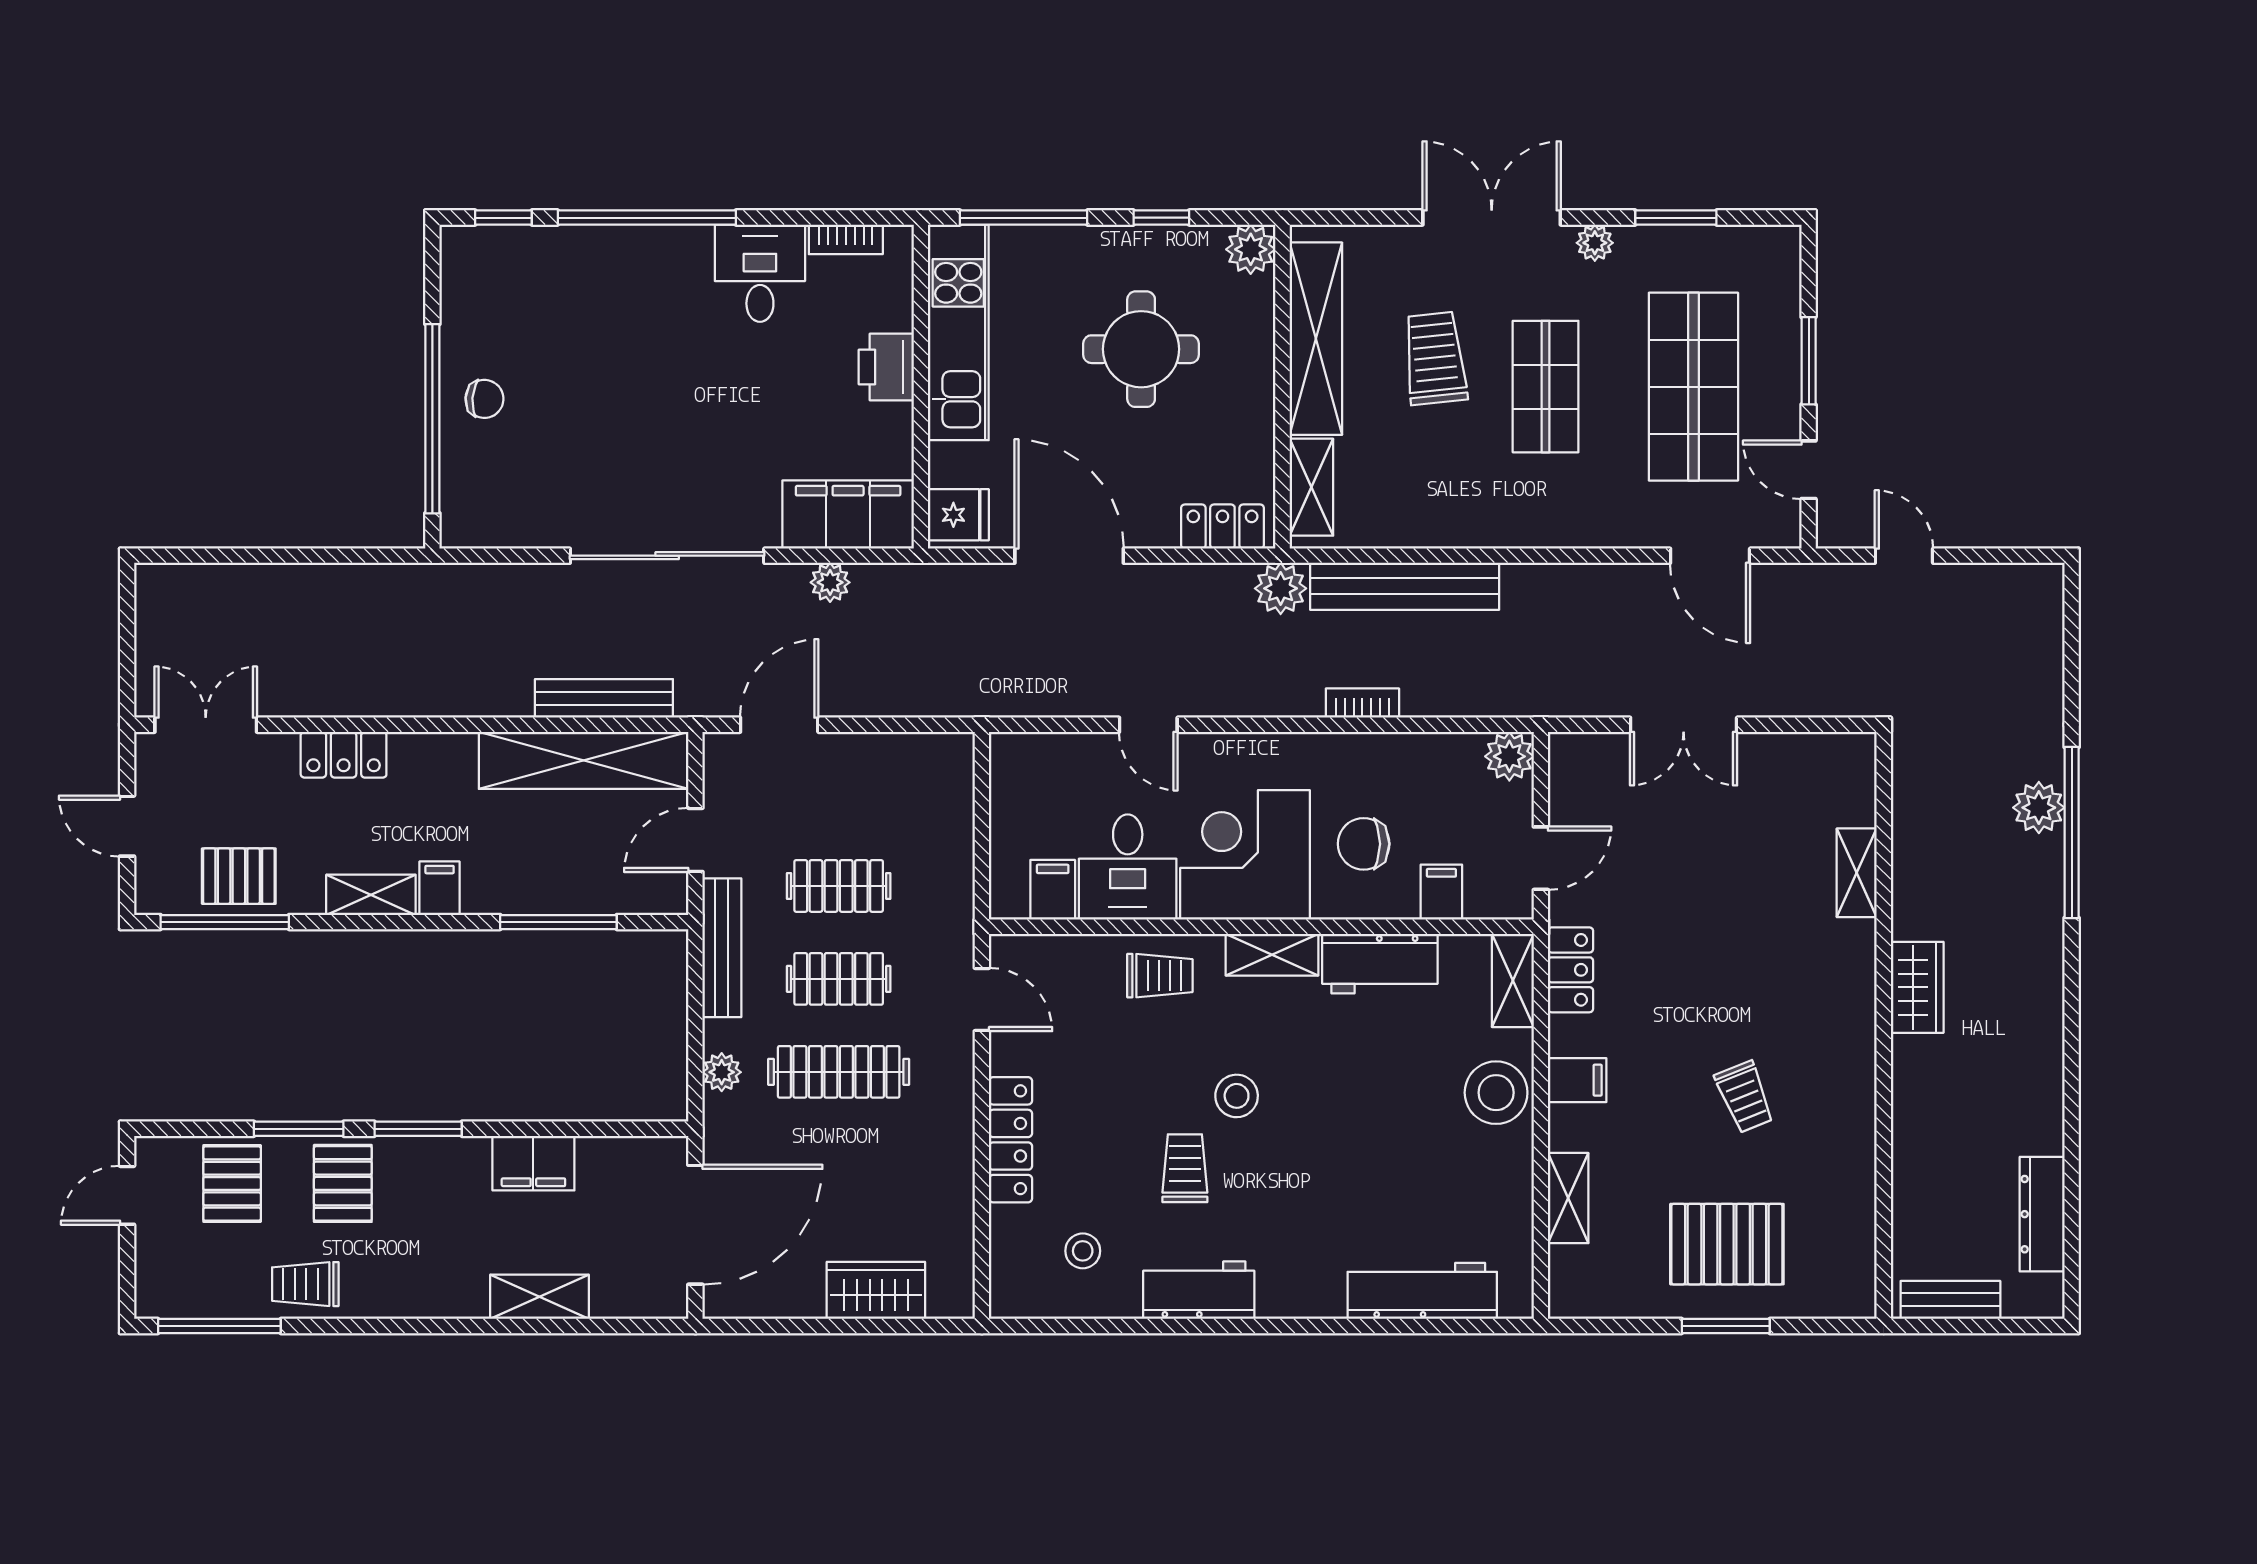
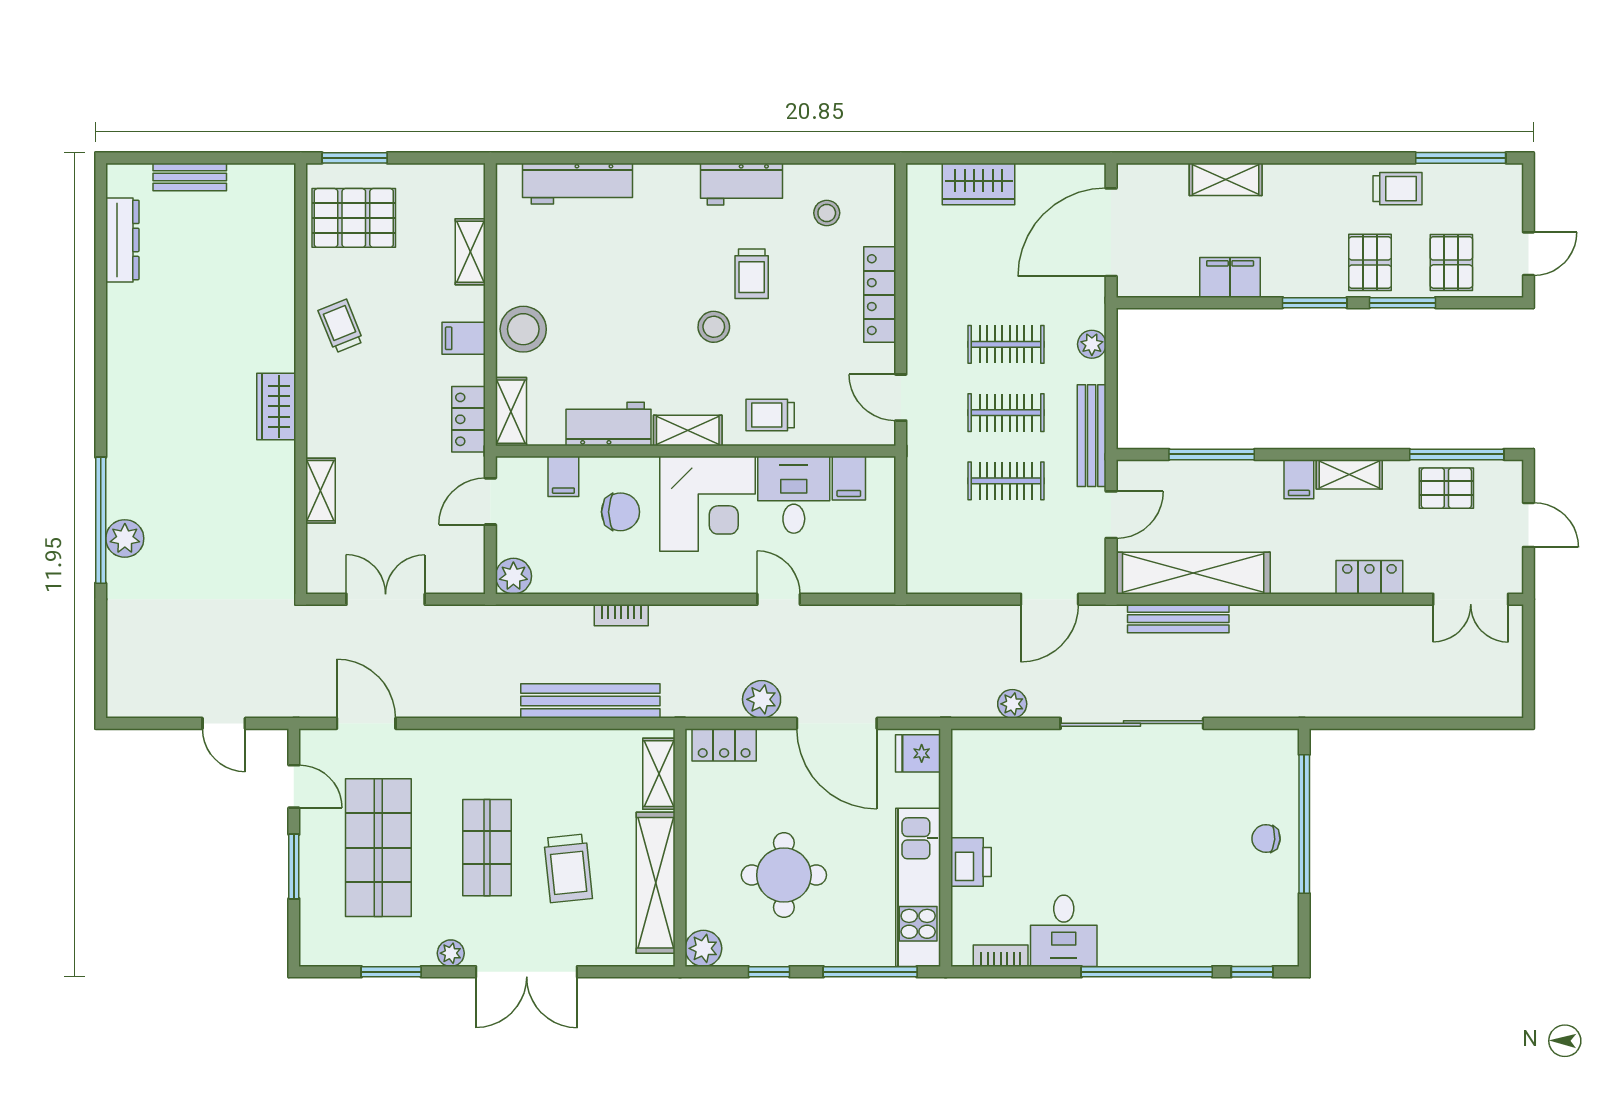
filing cabinet: (848, 515) -> (999, 754), removed
plant: (1281, 588) -> (762, 699), moved
shelving: (1857, 873) -> (321, 491), moved
wardrobe: (1917, 987) -> (276, 406), moved
wall: (1884, 1025) -> (301, 379), moved
clothes rail: (839, 1072) -> (1006, 344), width x0.73

